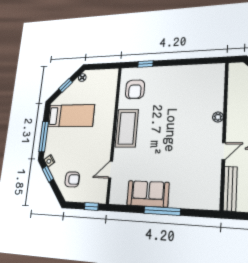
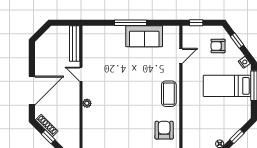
bed: (71, 116) -> (227, 86), moved
coffee table: (127, 128) -> (169, 94), width x0.73, depth x0.76
door: (224, 151) -> (81, 74), hinge flipped
window: (48, 174) -> (237, 41), moved

